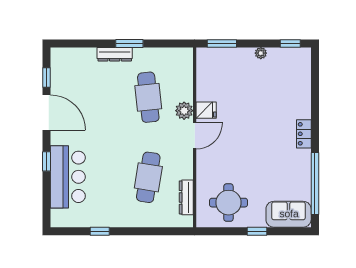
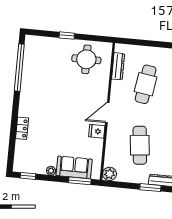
plant: (184, 111) -> (110, 174), moved
locker: (304, 134) -> (22, 128), moved
sofa: (289, 214) -> (74, 167), moved, turned 180

